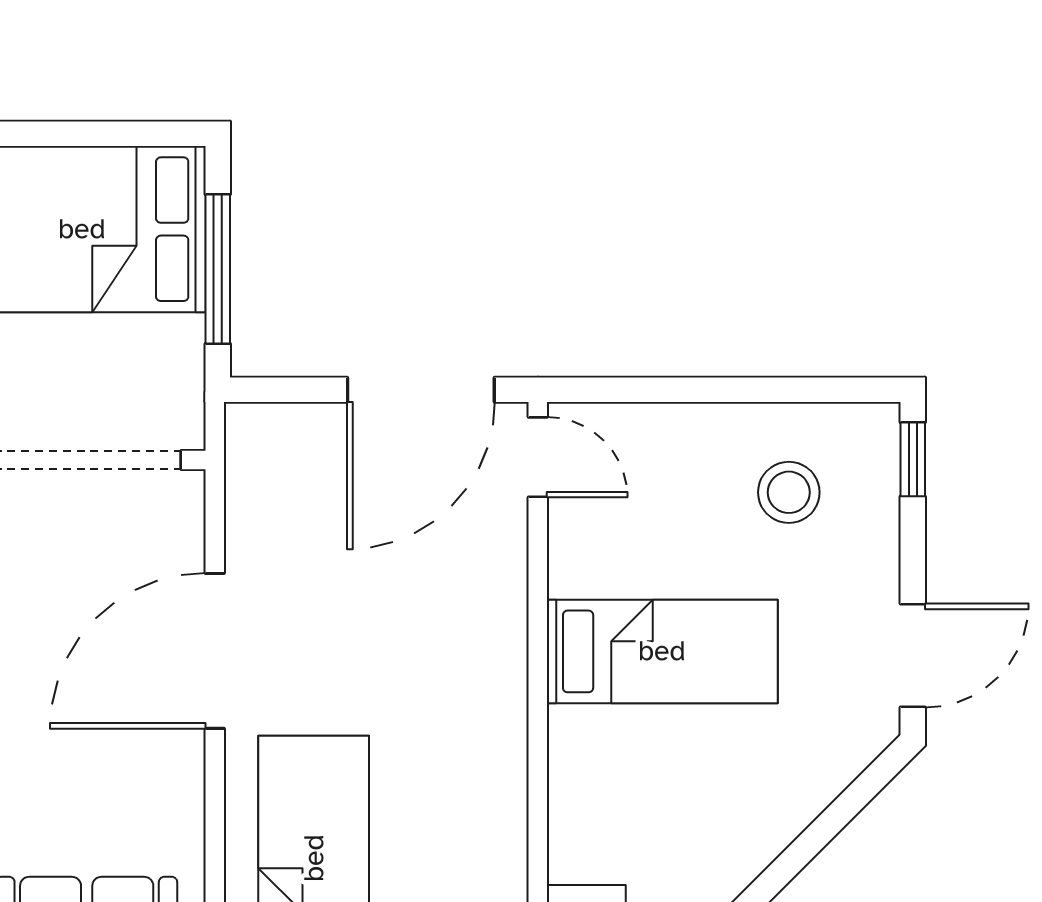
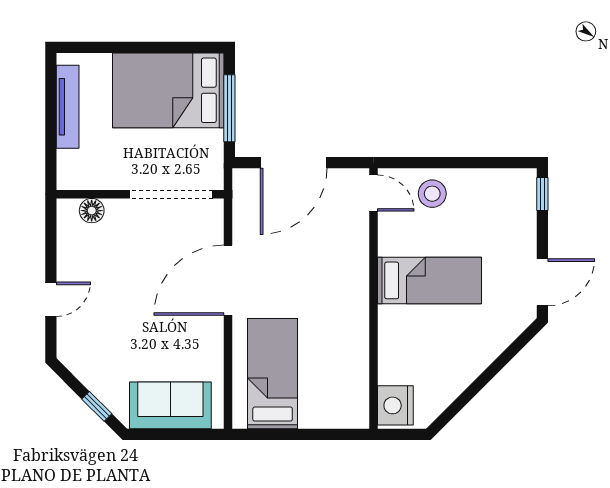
door: (421, 390) -> (294, 163), moved
stool: (789, 492) -> (432, 194), moved

